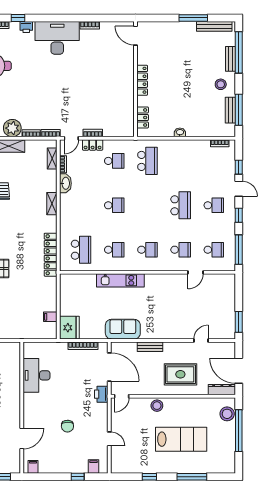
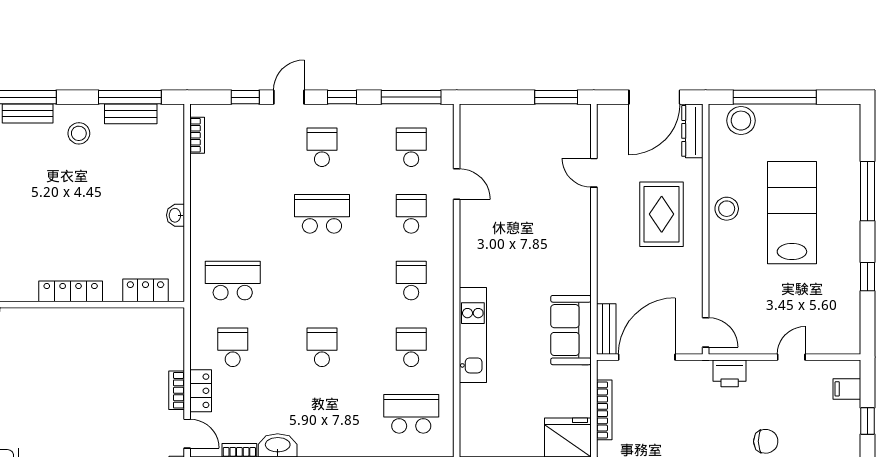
bench: (150, 347) -> (606, 329), moved
printer: (101, 394) -> (730, 373), moved
stool: (157, 406) -> (727, 209), moved

